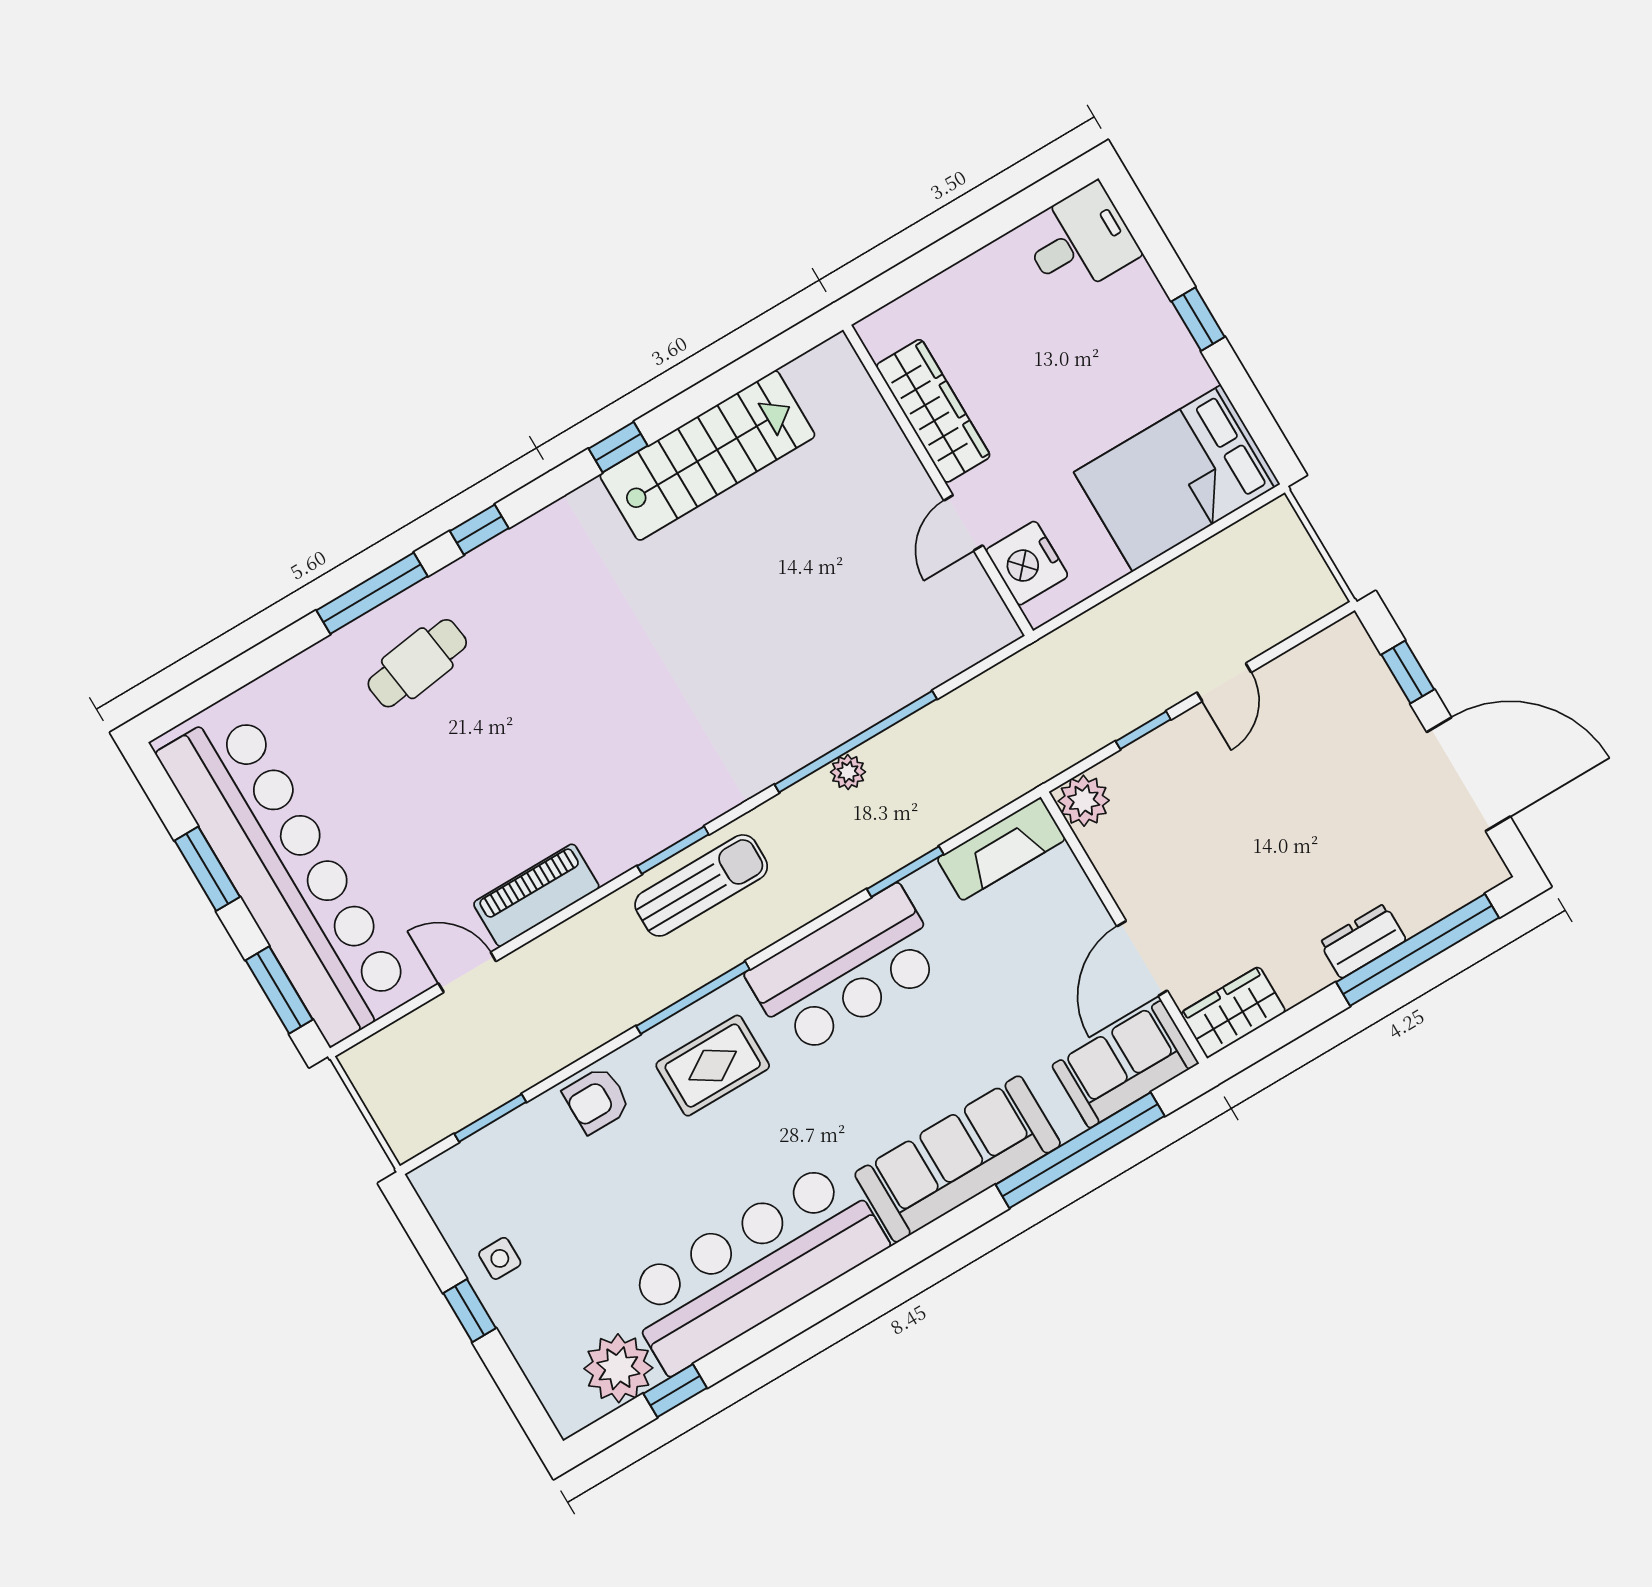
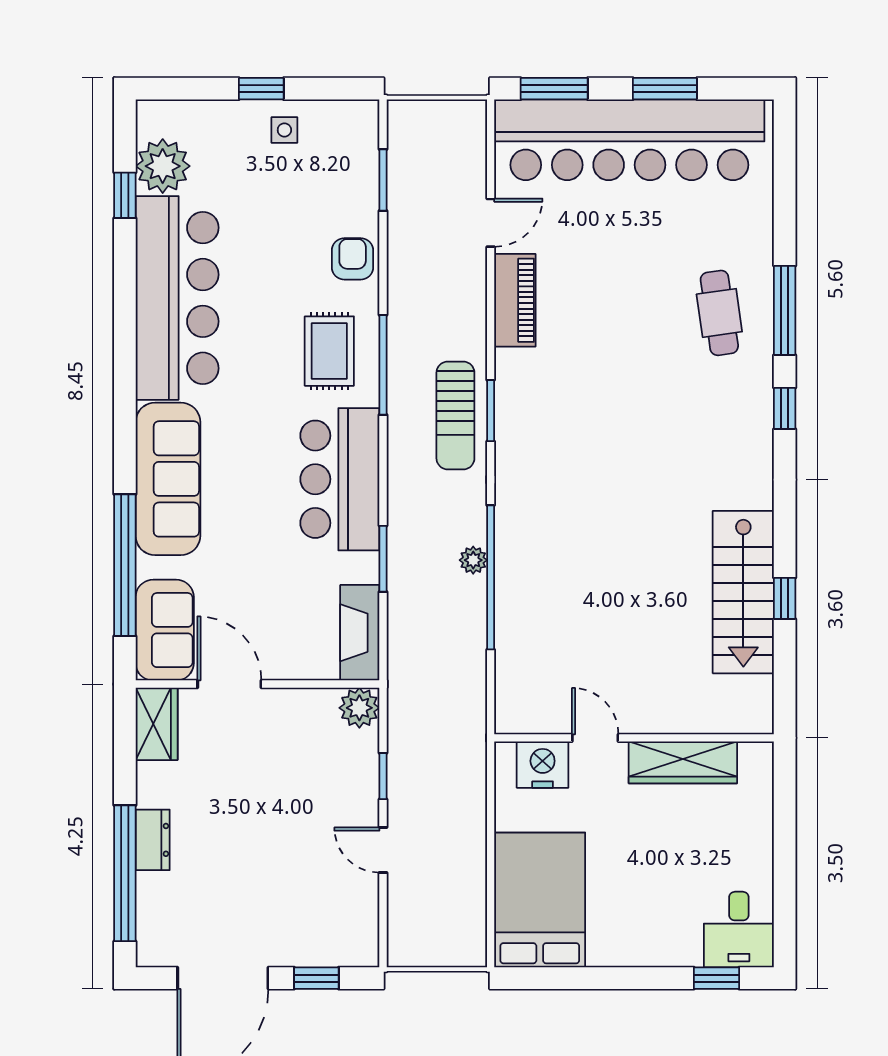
window: (1198, 319) -> (717, 978), moved
window: (618, 447) -> (785, 598), moved

